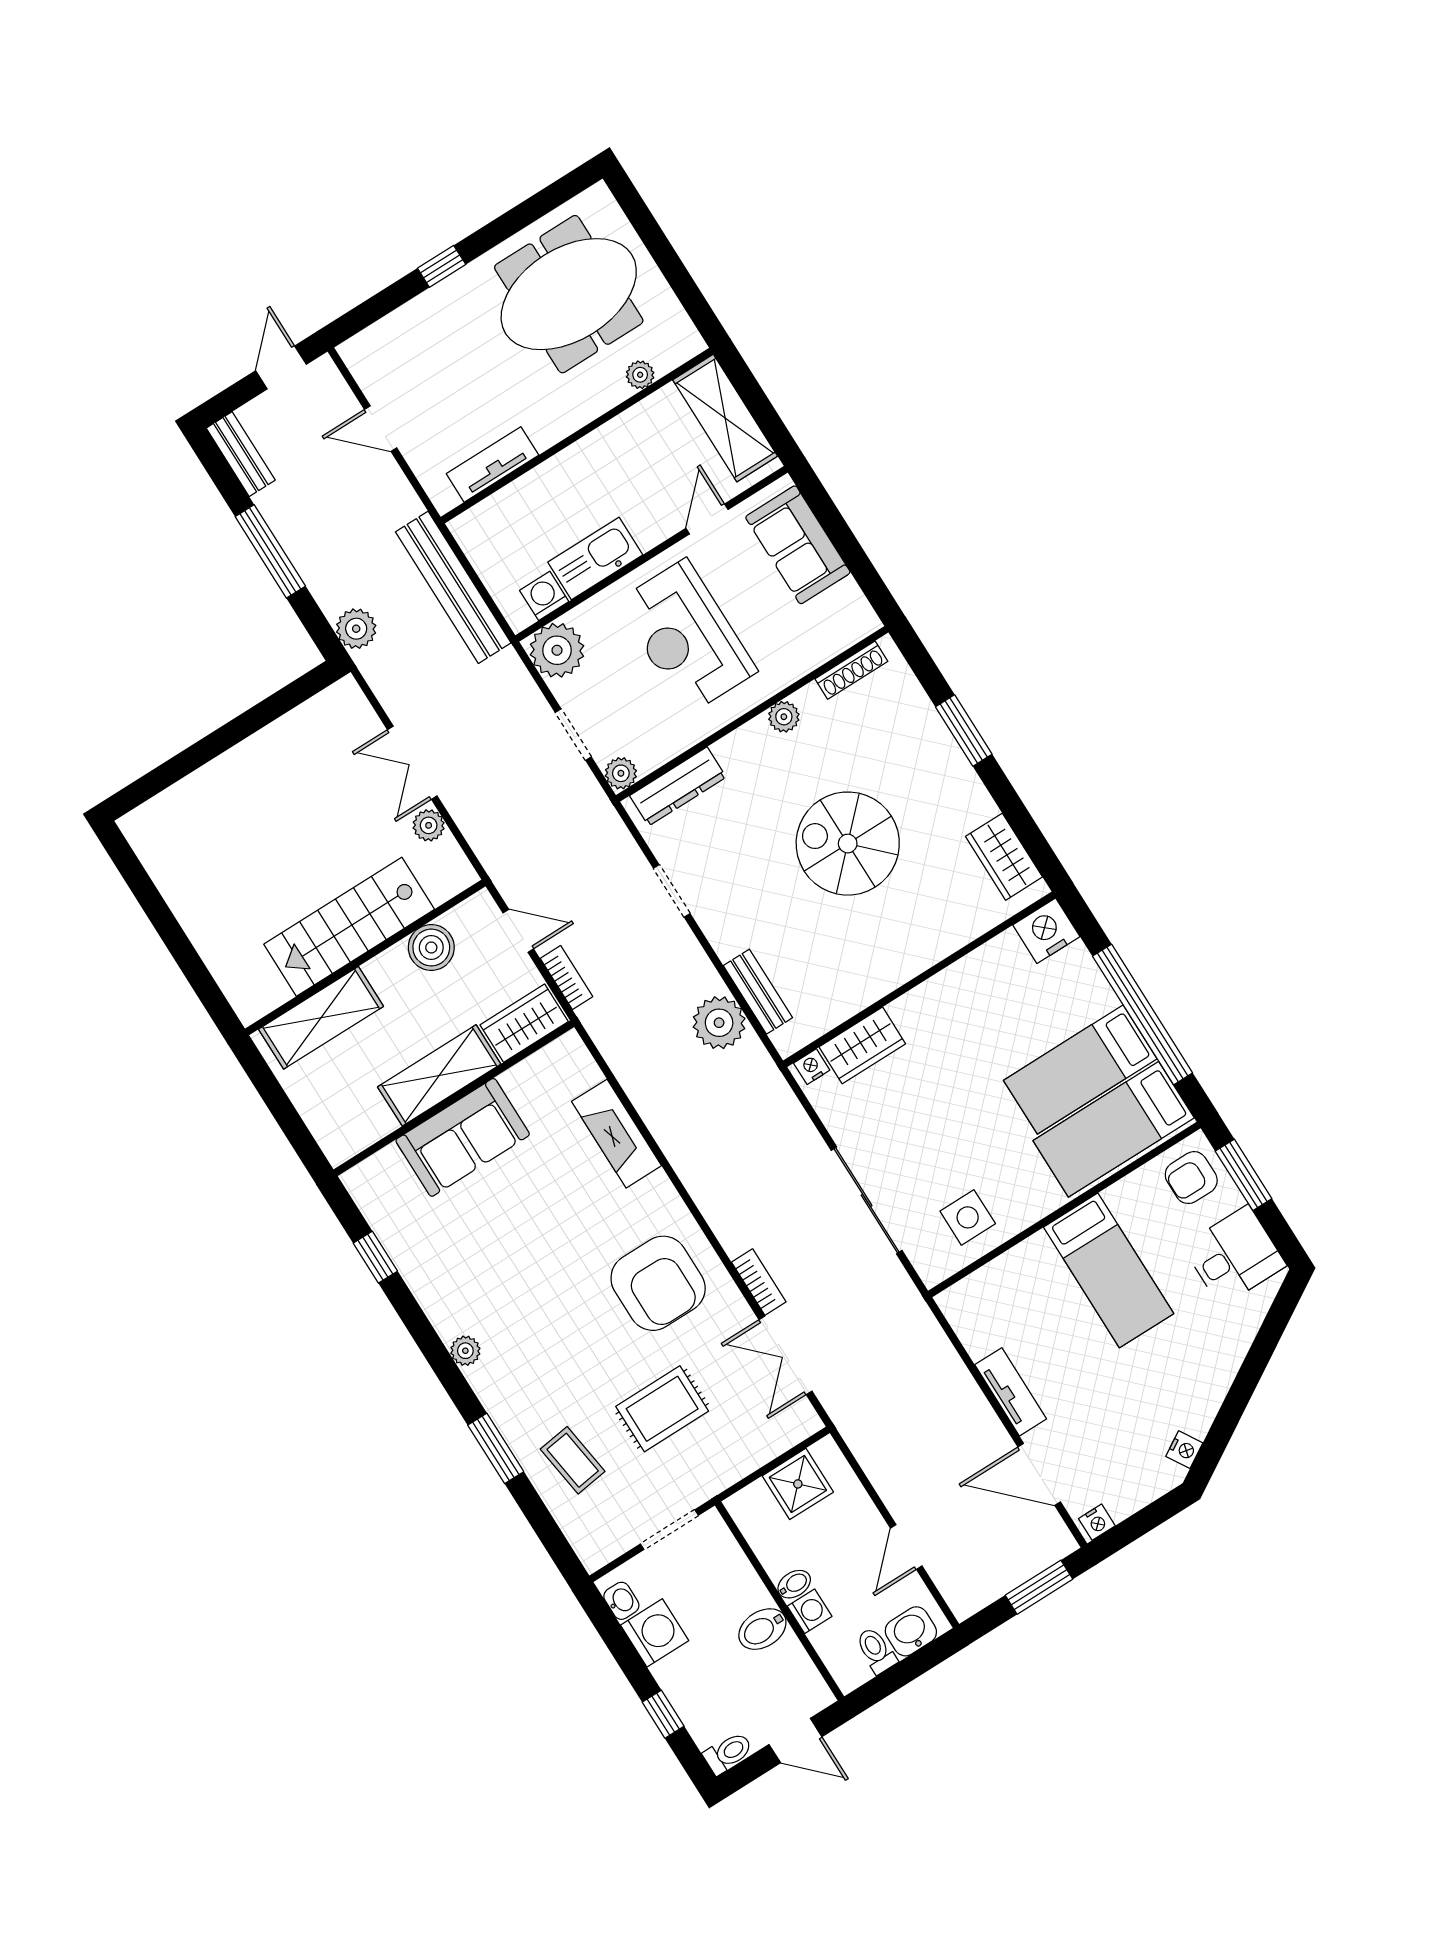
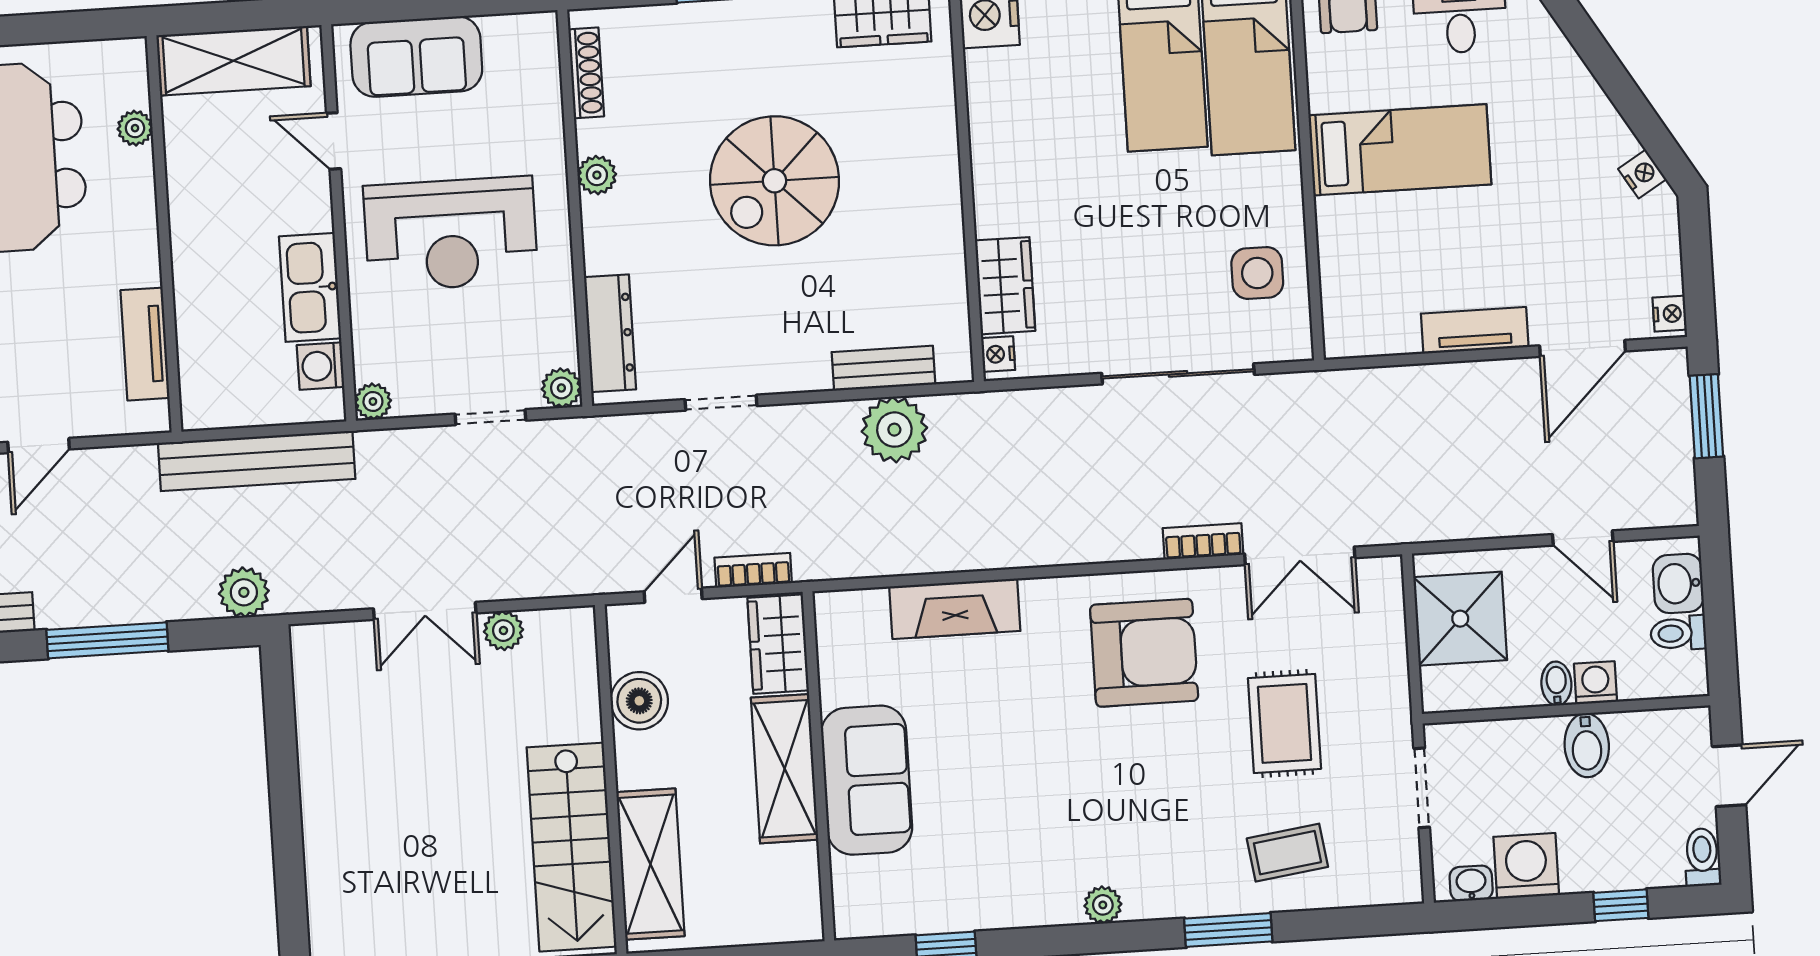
plant: (557, 650) -> (373, 401), width x0.53, depth x0.53
stairs: (349, 927) -> (572, 847), moved
shower: (798, 1484) -> (1460, 619), width x1.36, depth x1.36

